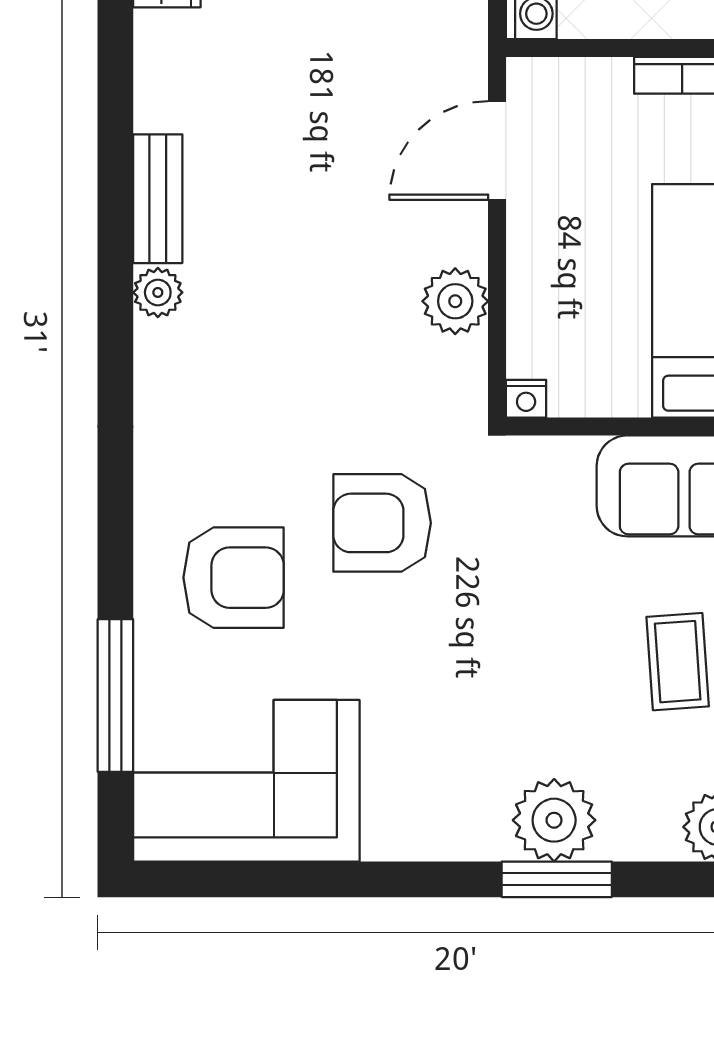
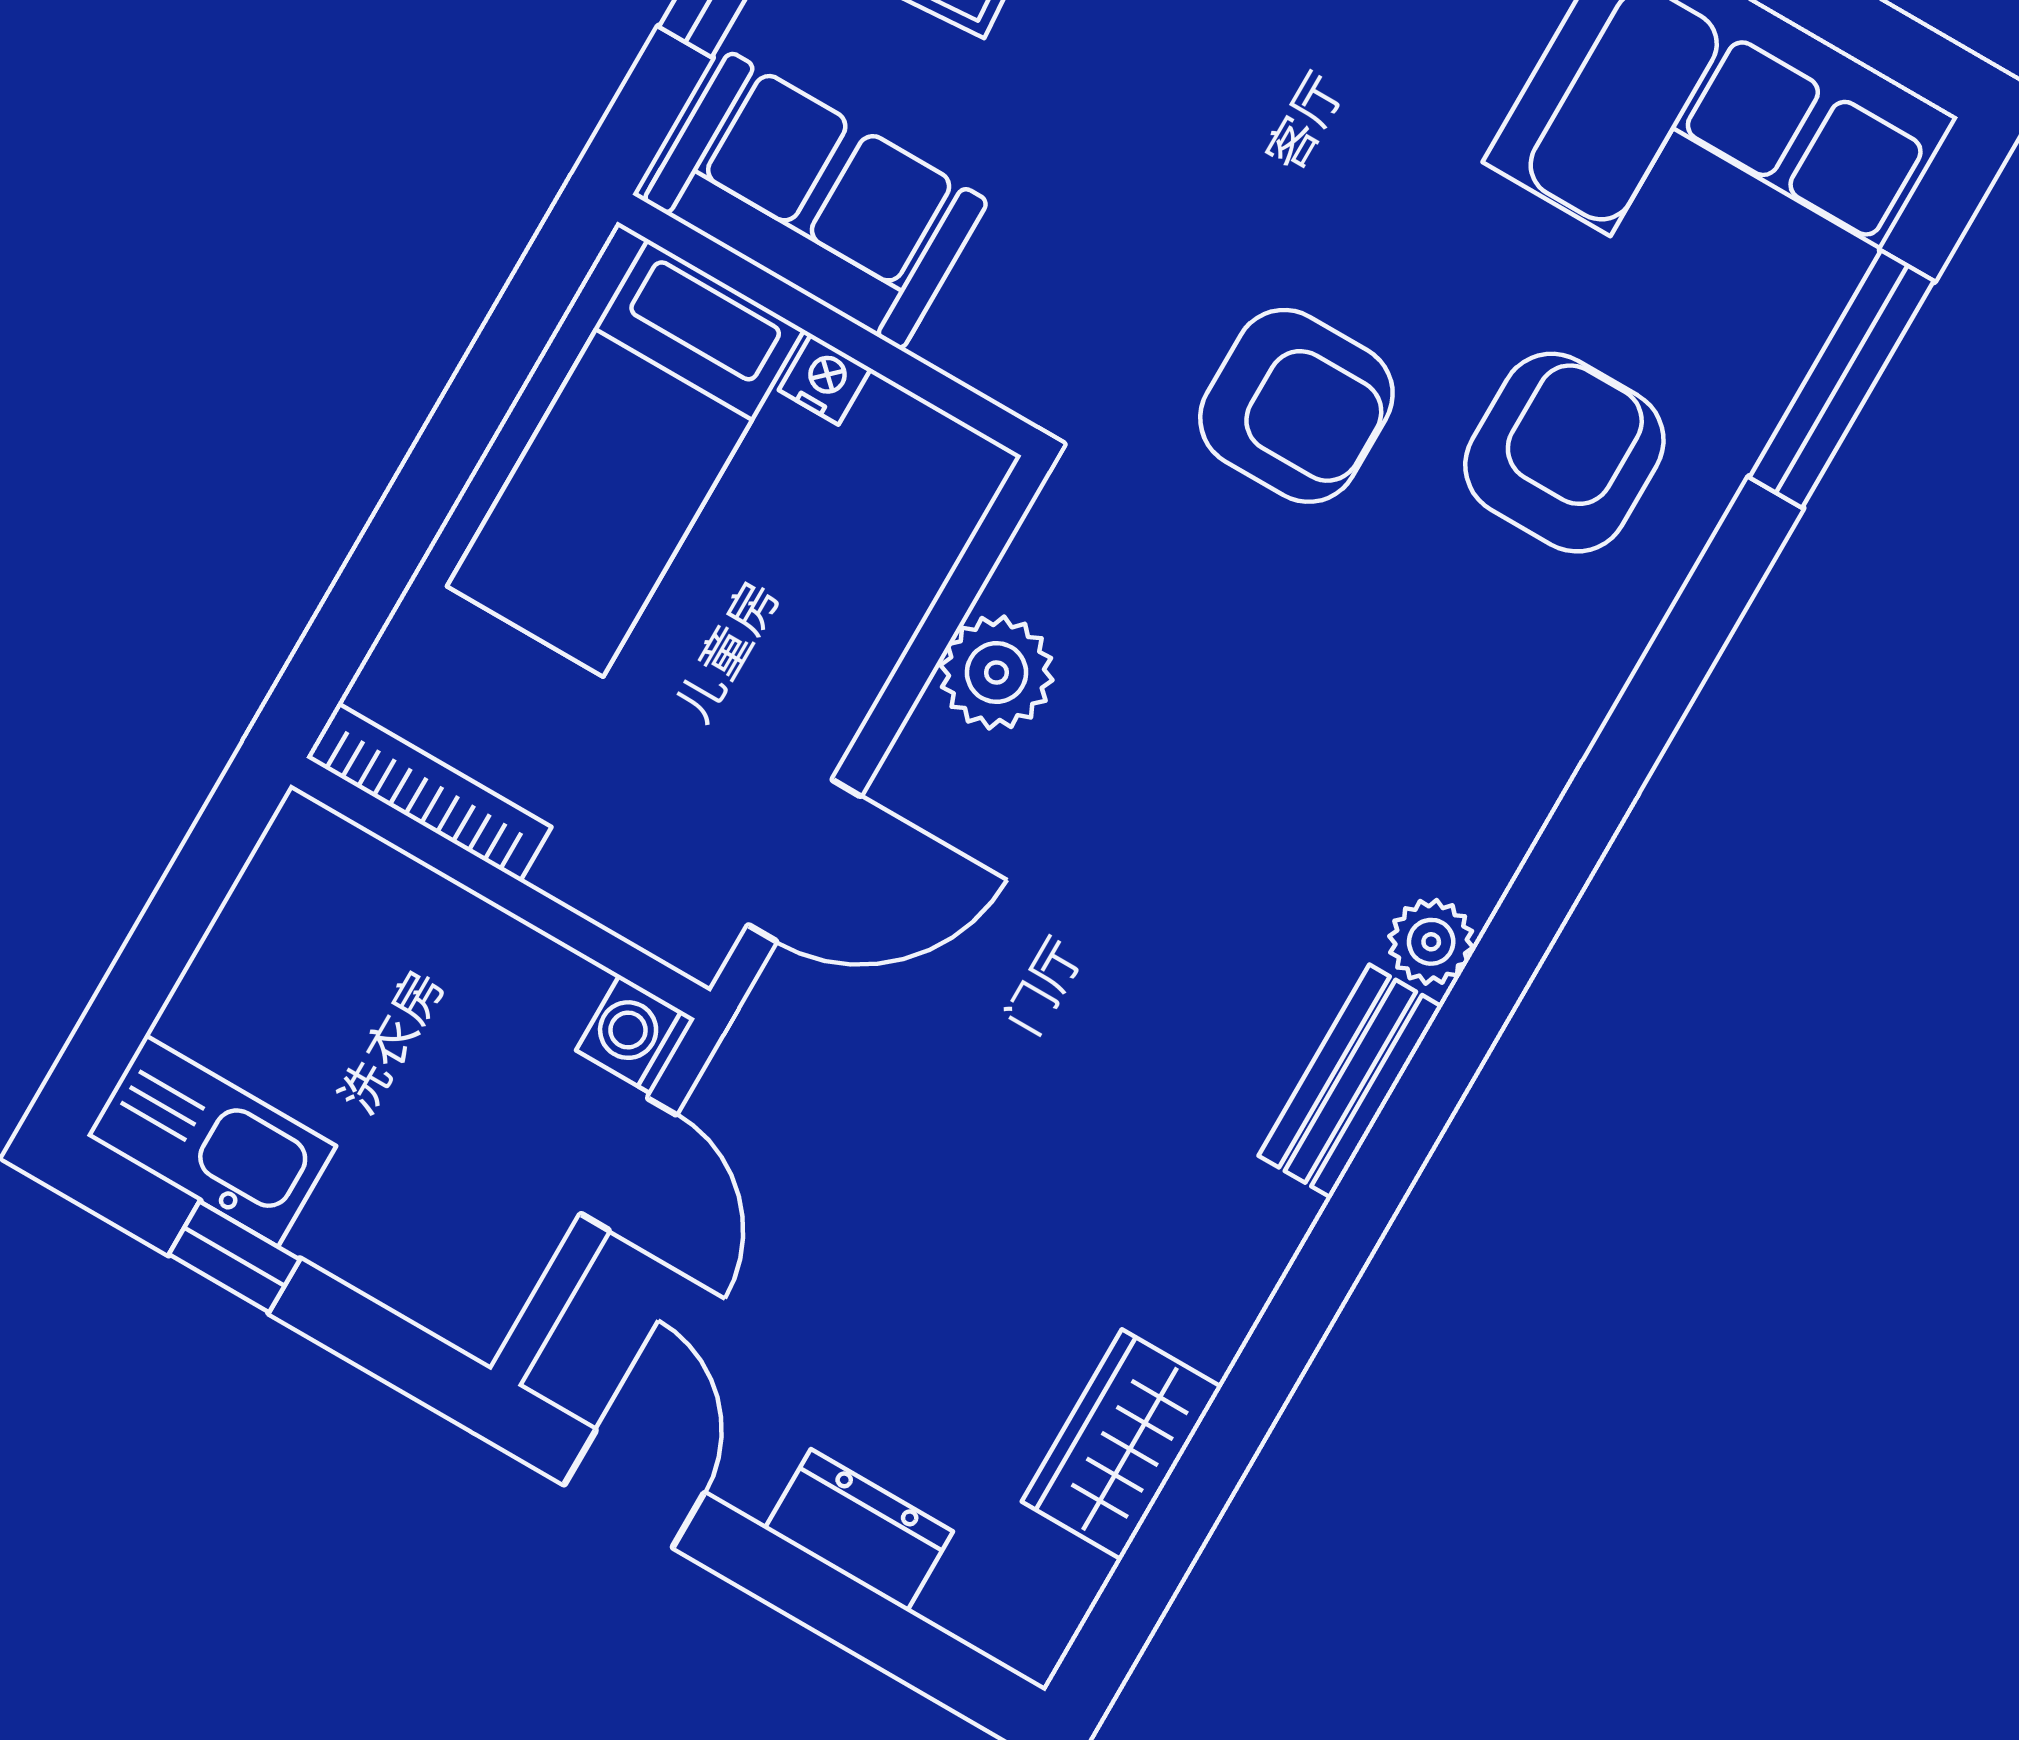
nightstand: (526, 399) -> (825, 379), moved
armchair: (234, 578) -> (1564, 453), turned 90

